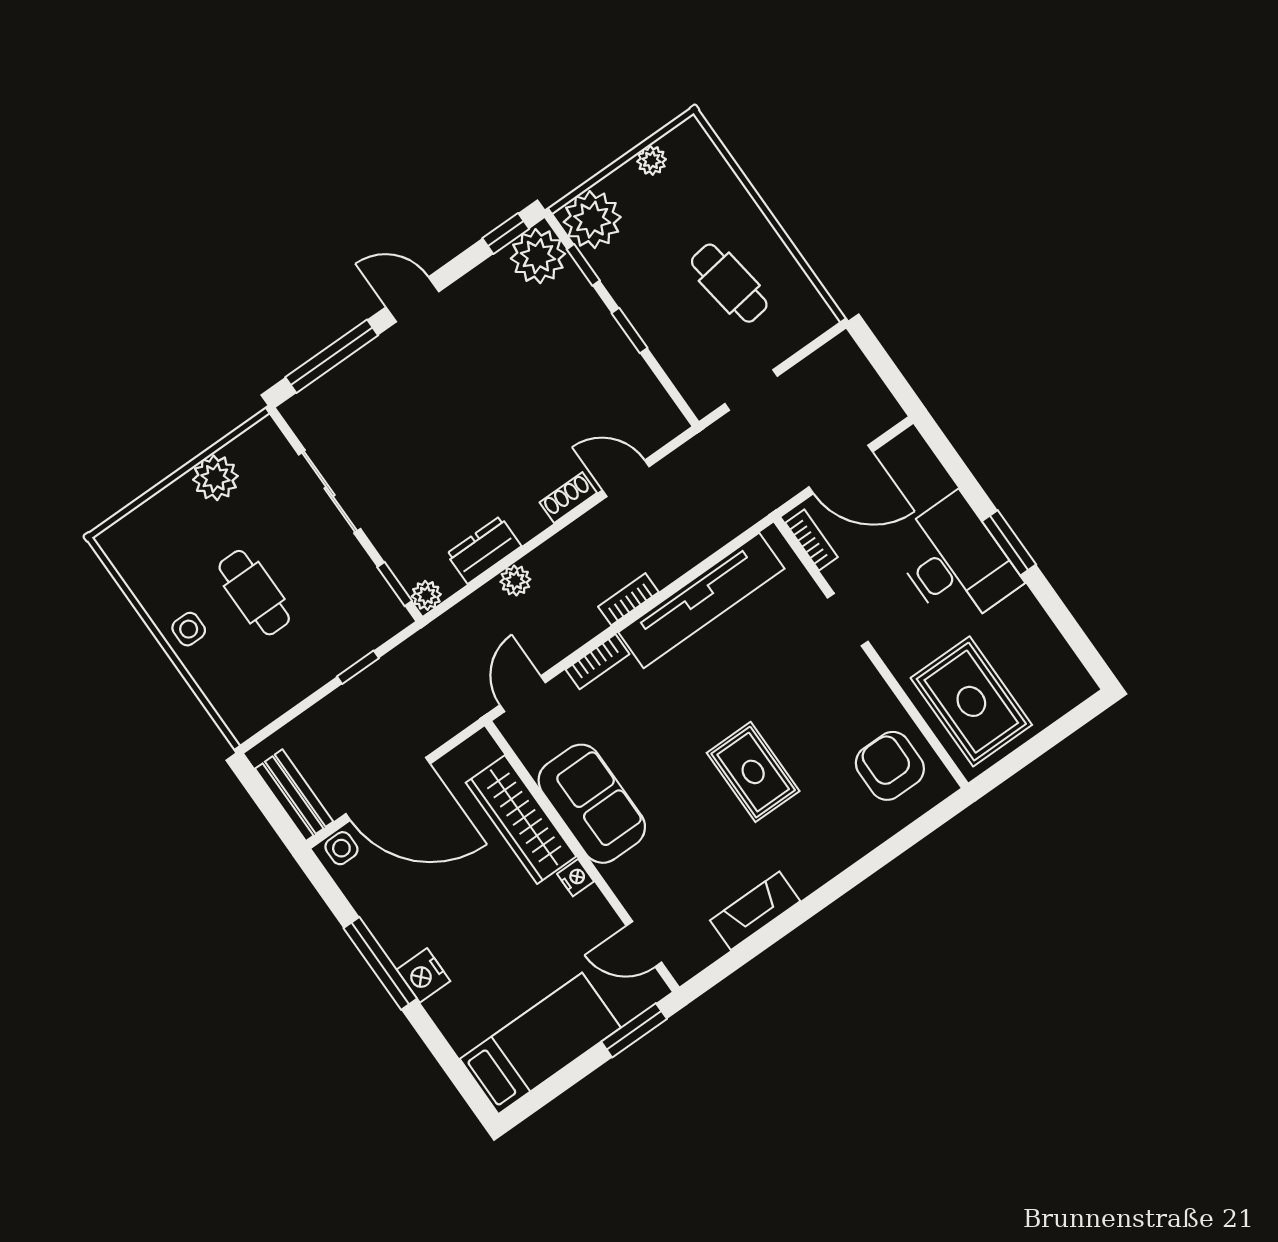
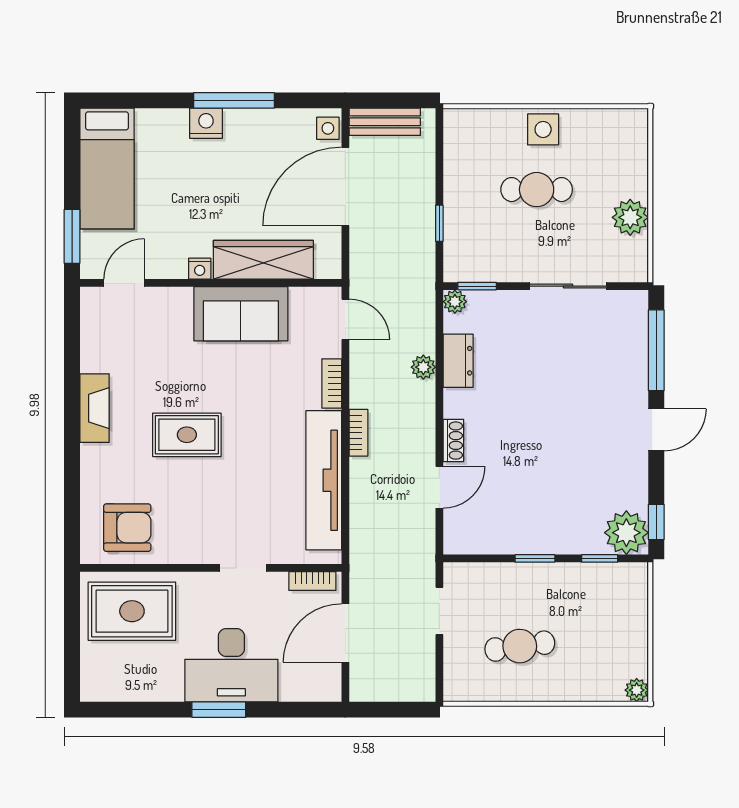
plant: (652, 160) -> (637, 690), moved
plant: (592, 220) -> (625, 585), removed
side table: (189, 629) -> (543, 129), width x1.37, depth x1.37
fireplace: (755, 911) -> (95, 408), moved

